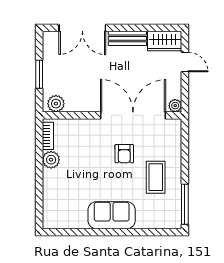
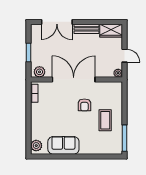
door: (185, 62) -> (124, 56), moved
double door: (133, 115) -> (74, 80), moved
plant: (51, 160) -> (36, 146), moved
sofa: (112, 215) -> (63, 145), moved

